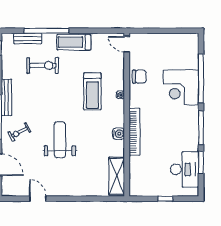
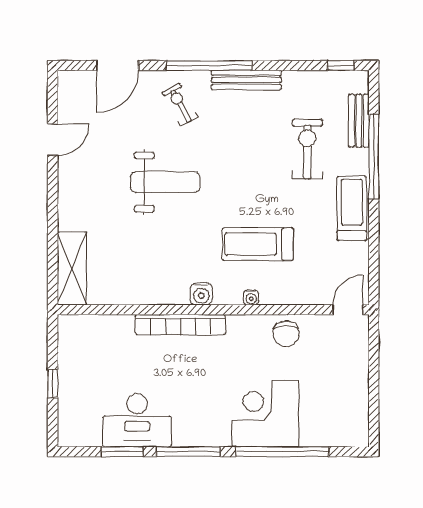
exercise bike: (43, 65) -> (307, 149), turned 180
water cooler: (118, 134) -> (201, 294), moved
desk: (185, 169) -> (137, 420), moved
shelving: (117, 176) -> (72, 268), moved, turned 90

